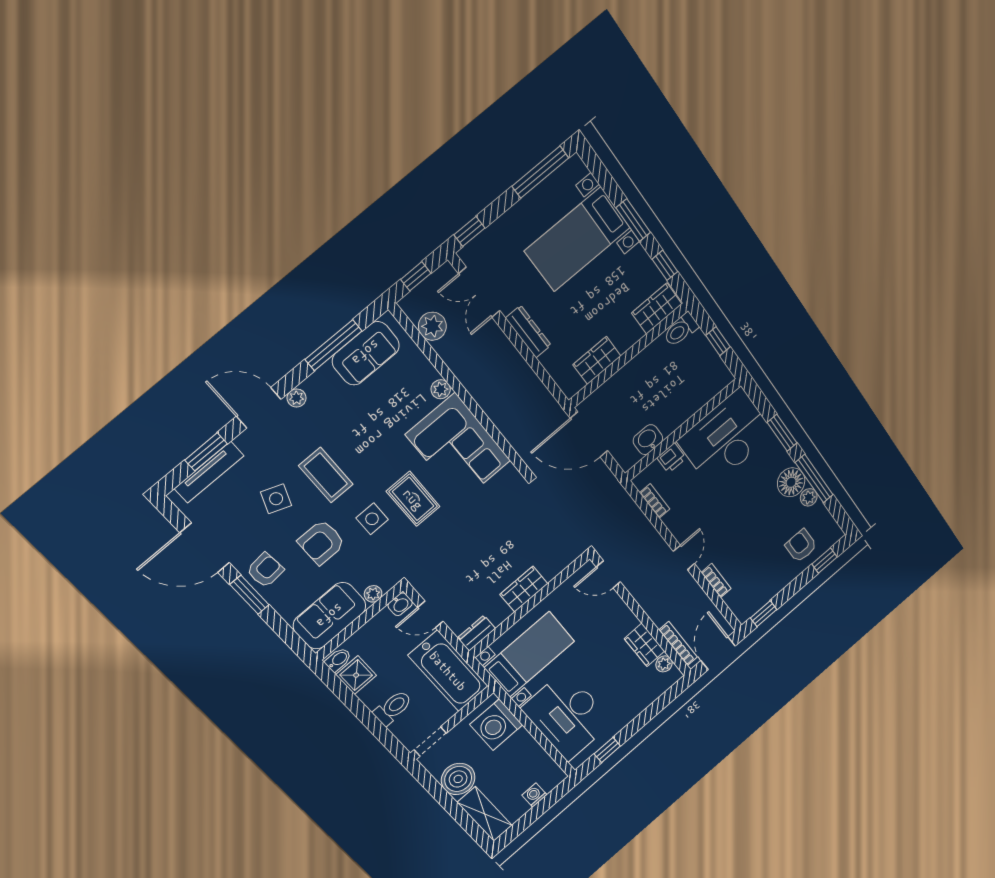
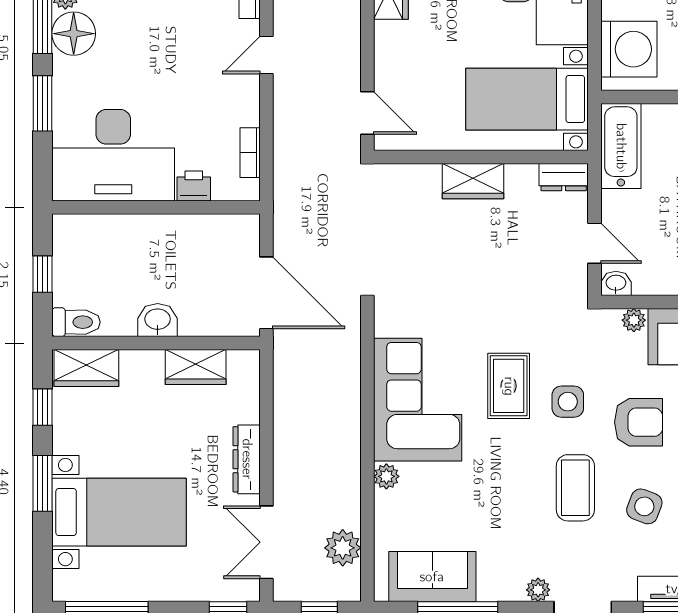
double door: (479, 292) -> (266, 542), swing flipped
washbasin: (648, 440) -> (158, 320), moved, turned 180
bathtub: (448, 671) -> (621, 146), width x0.73, depth x0.73

